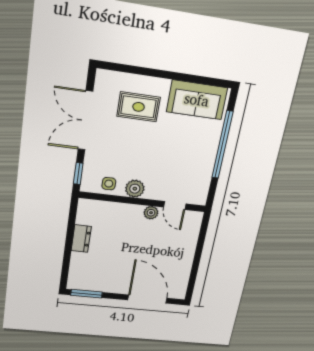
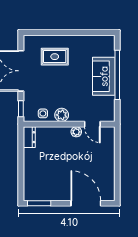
sofa: (197, 100) -> (104, 76), moved, turned 90
dresser: (81, 239) -> (29, 137), moved

